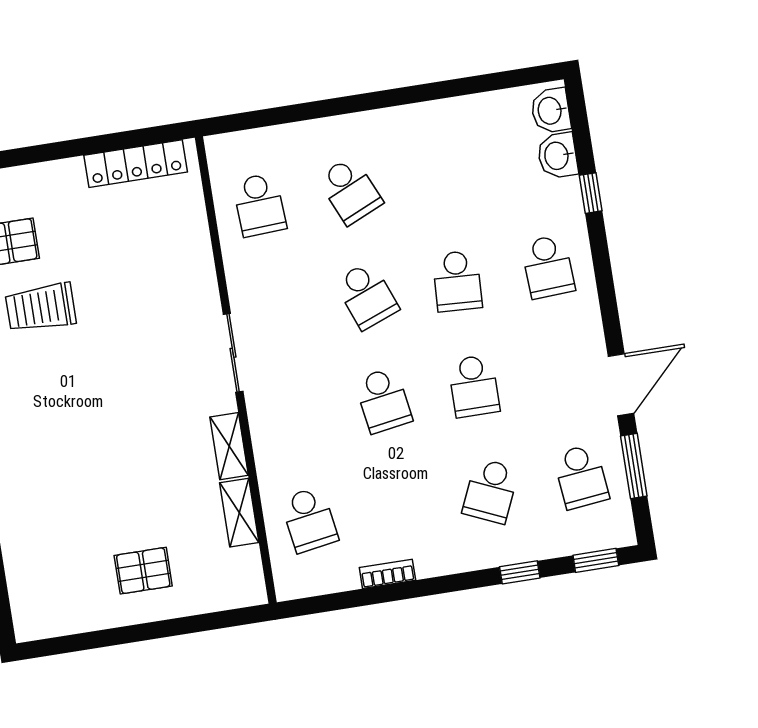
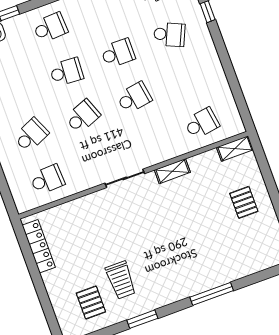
shelving: (239, 513) -> (235, 149), moved
bookcase: (387, 574) -> (221, 78), removed

